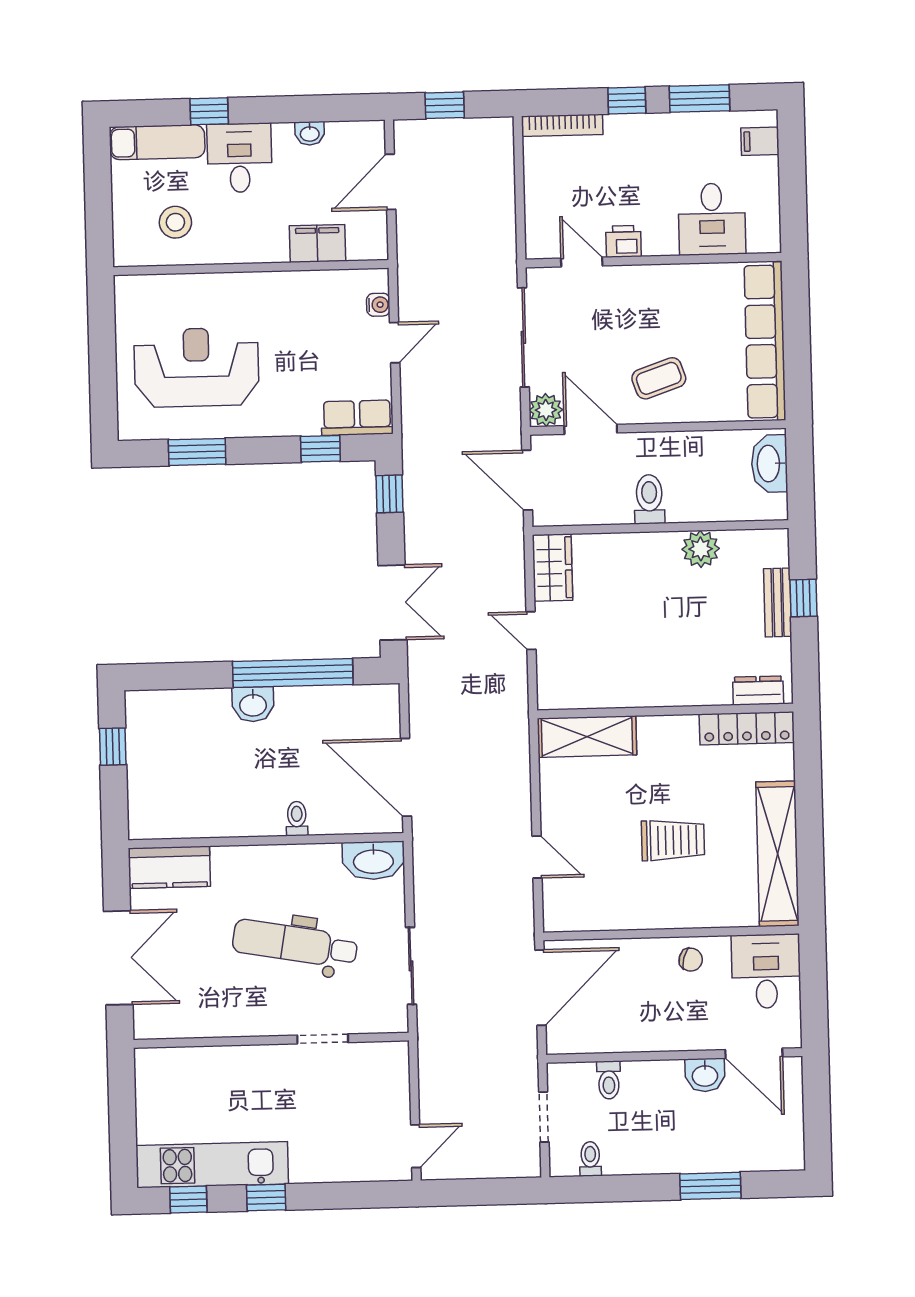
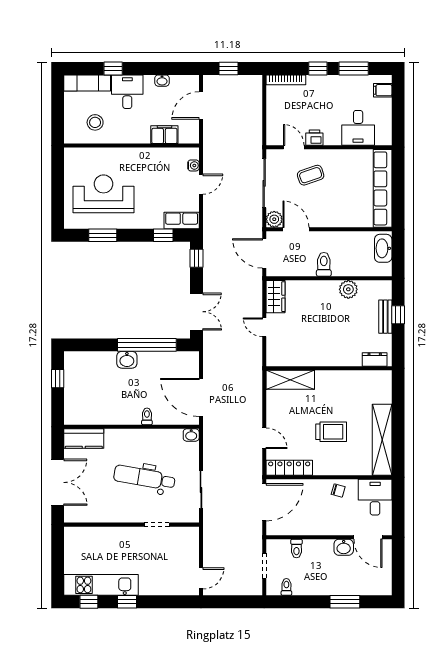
coffee table: (659, 378) -> (311, 175), moved
locker: (747, 728) -> (289, 468), moved, turned 180
washbasin: (373, 861) -> (191, 435), width x0.52, depth x0.69

